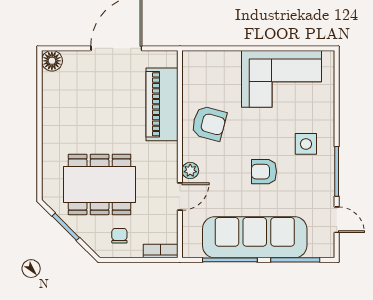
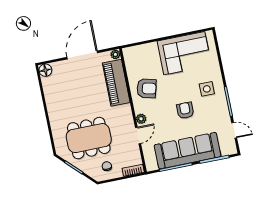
plant: (170, 58) -> (115, 54), added
armchair: (264, 172) -> (185, 110), turned 90

